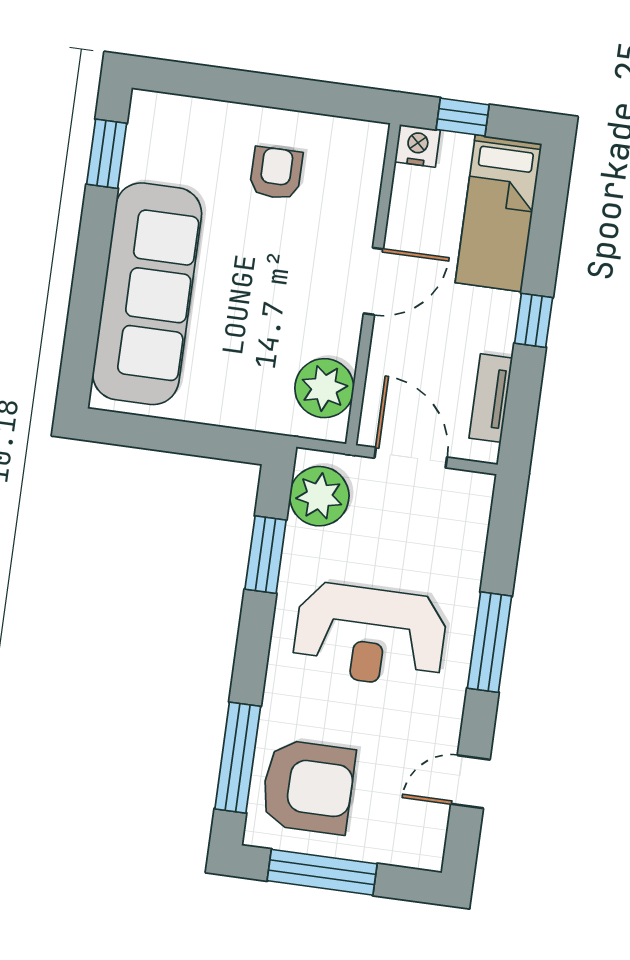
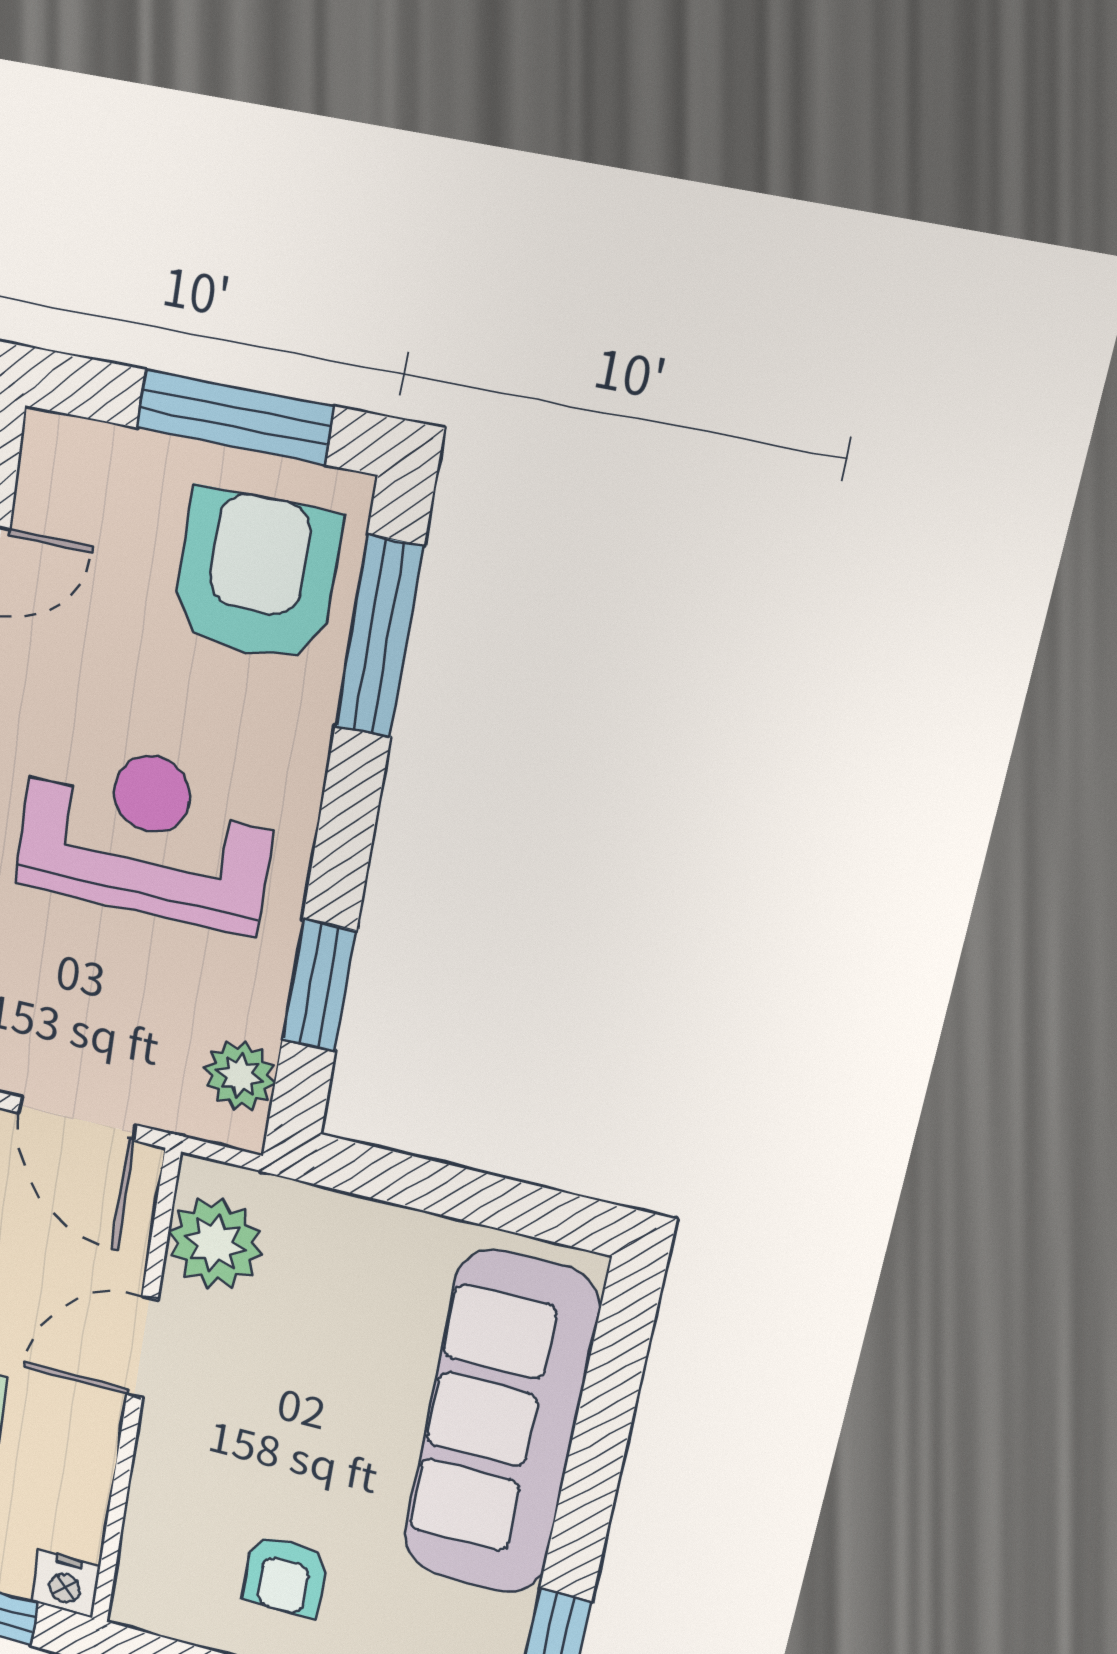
door: (373, 281) -> (142, 1347), moved
plant: (319, 496) -> (240, 1076), width x0.73, depth x0.73
armchair: (308, 787) -> (256, 576), turned 90

